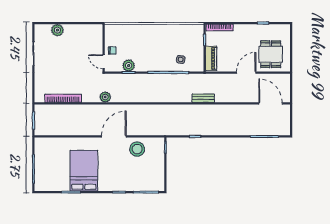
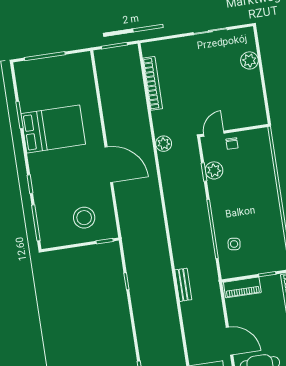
stool: (137, 149) -> (84, 218), moved

